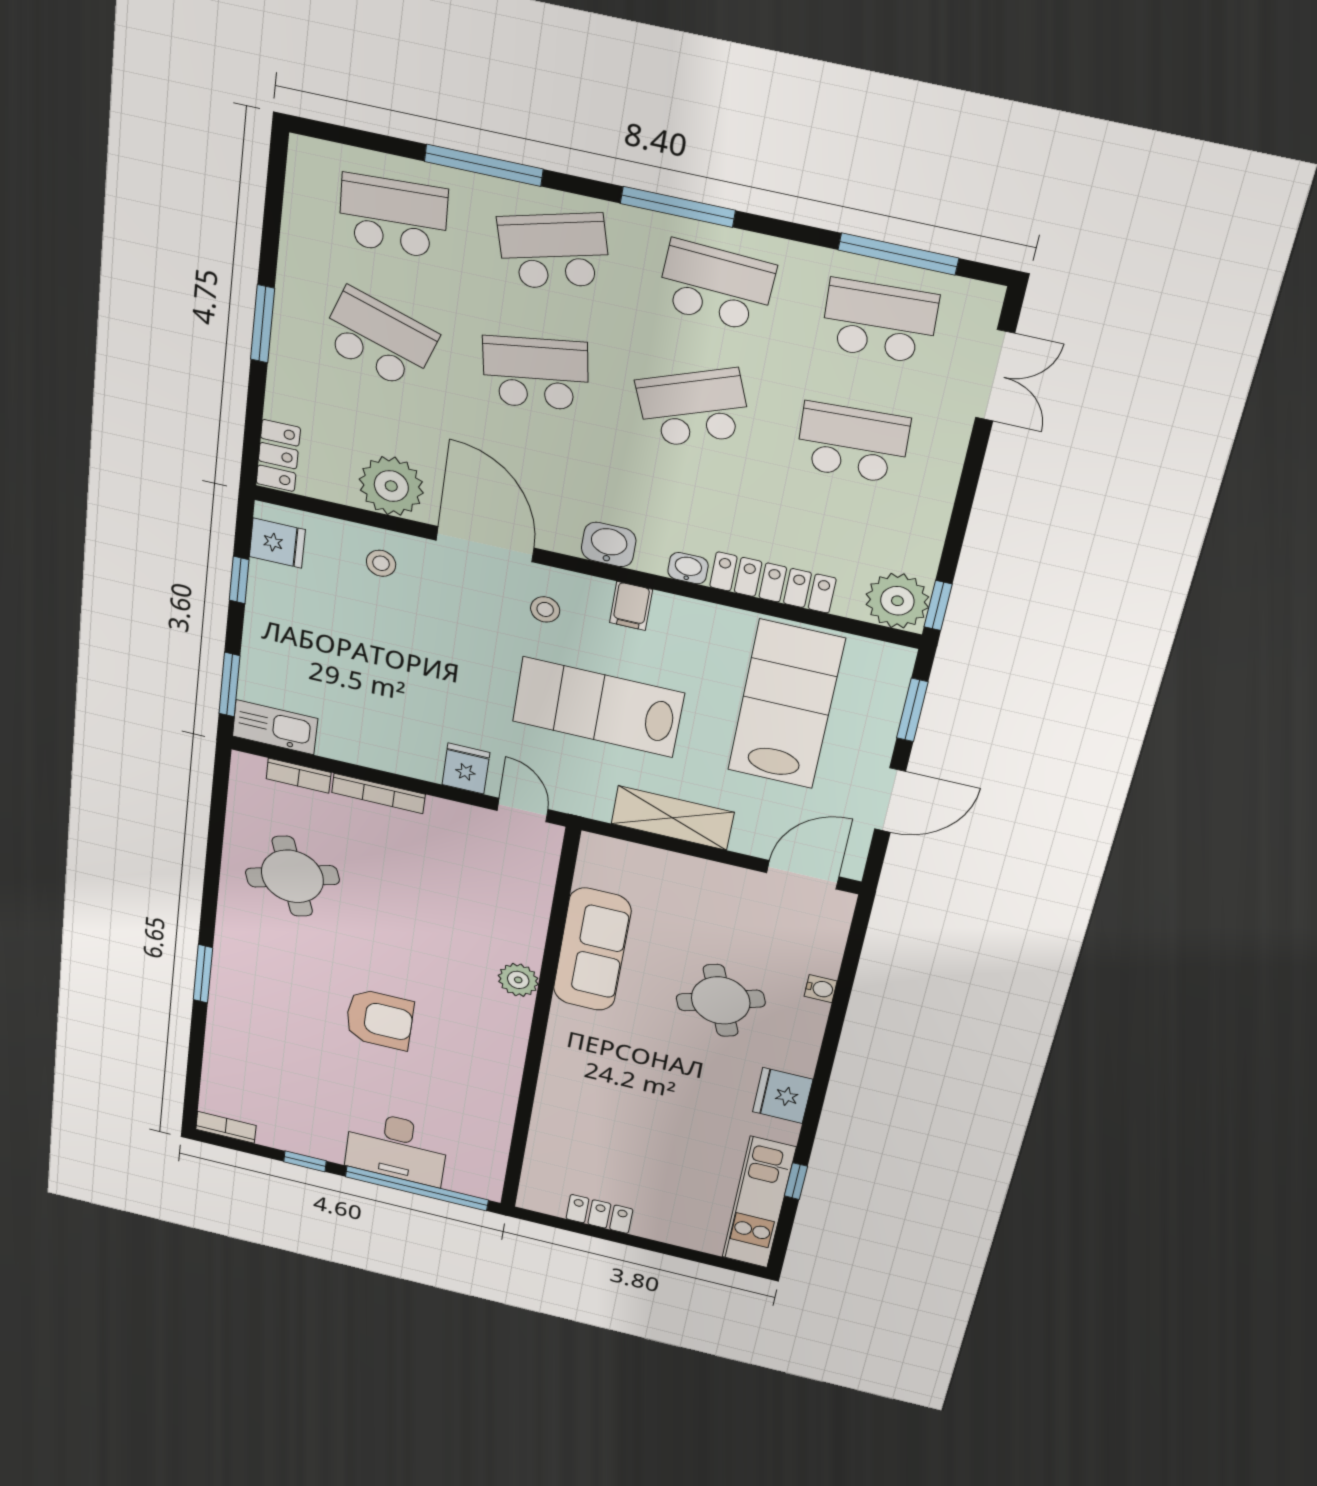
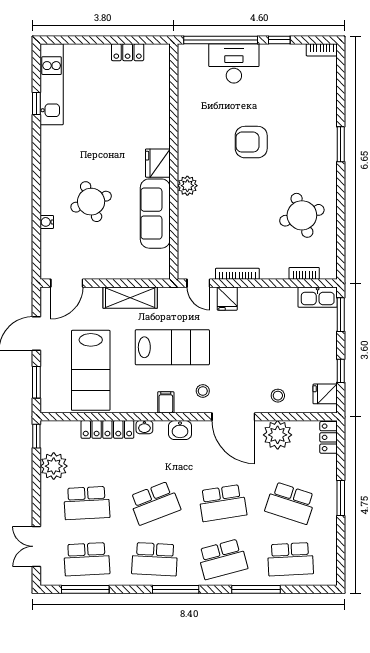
plant: (897, 601) -> (54, 466), moved
bookcase: (378, 793) -> (237, 274), moved
fridge: (783, 1096) -> (158, 163), moved, turned 180

